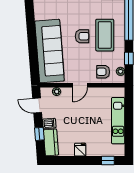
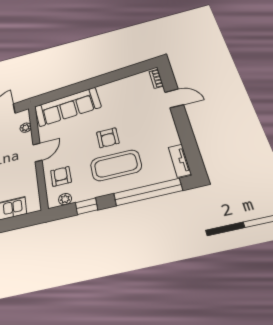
sofa: (50, 51) -> (67, 107), width x0.74, depth x0.79
door: (80, 85) -> (37, 152), swing flipped

